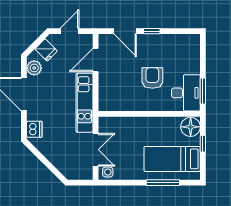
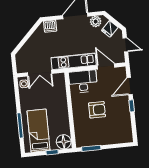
desk: (186, 93) -> (83, 81), moved, turned 180

